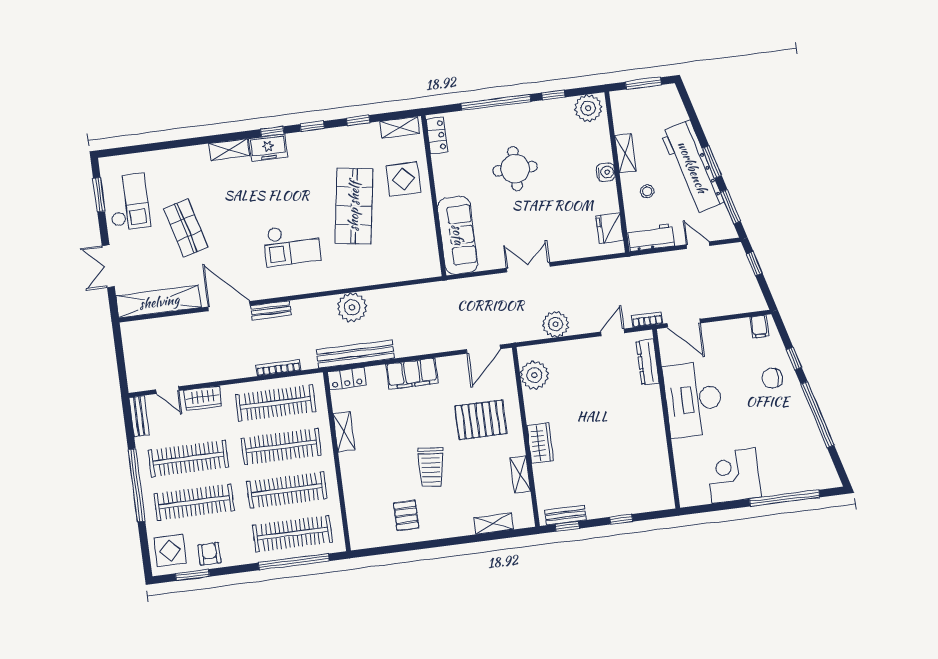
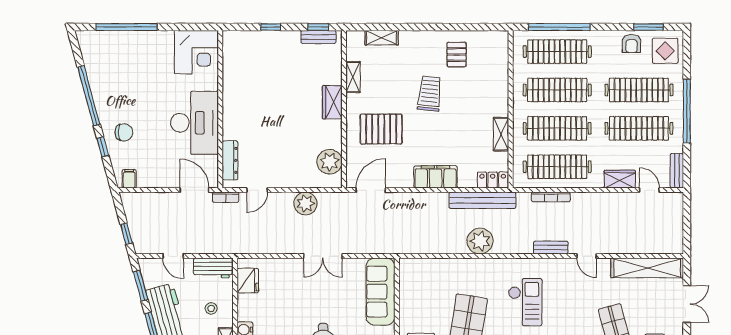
checkout: (292, 245) -> (525, 302), turned 90
door: (229, 306) -> (586, 256), width x0.53
corner desk: (734, 476) -> (196, 52), moved

